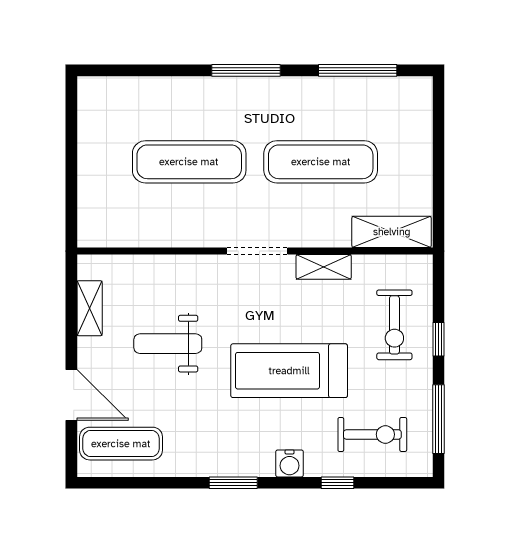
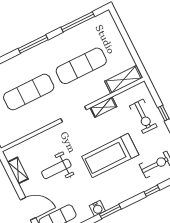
water cooler: (290, 463) -> (97, 208), moved

